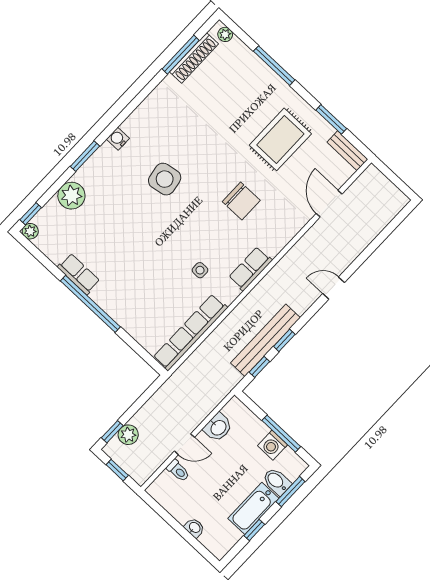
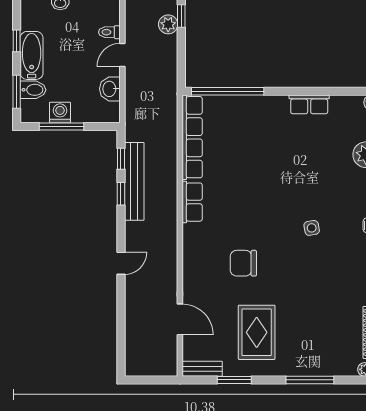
side table: (165, 179) -> (312, 228), width x0.54, depth x0.54
row of seats: (250, 269) -> (192, 202), moved
side table: (200, 270) -> (227, 187), removed
window: (90, 304) -> (228, 91), moved

